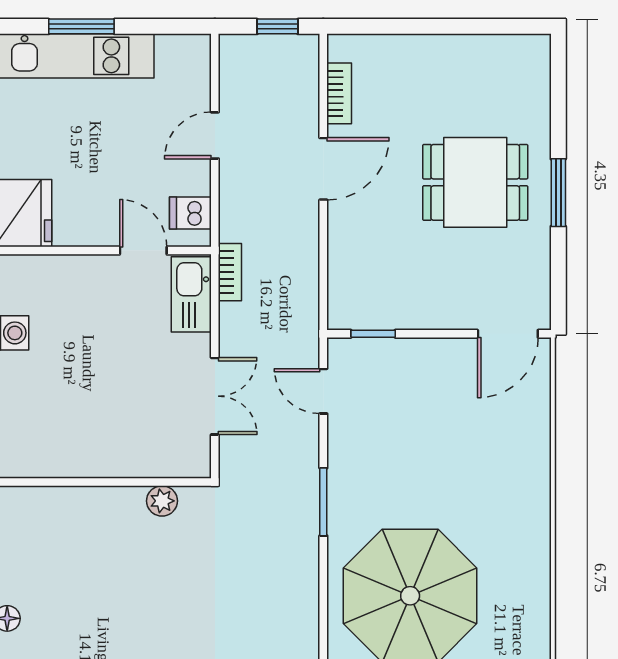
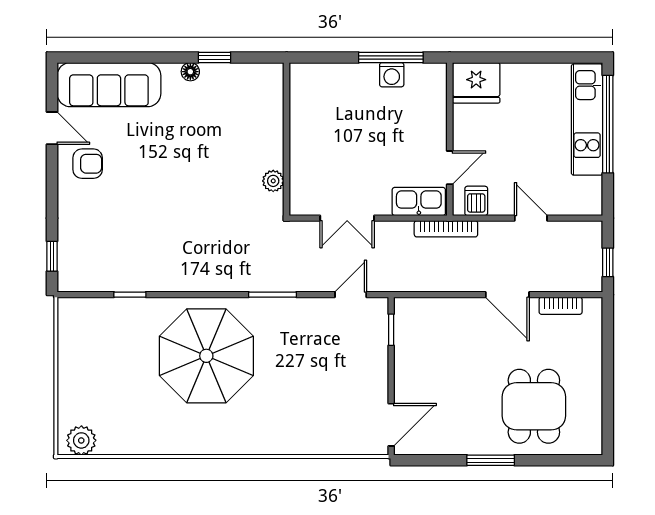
window: (81, 26) -> (608, 124), width x2.11
dining table: (475, 182) -> (534, 406), moved
bookcase: (230, 272) -> (446, 229), width x1.56
door: (508, 334) -> (391, 425), swing flipped

